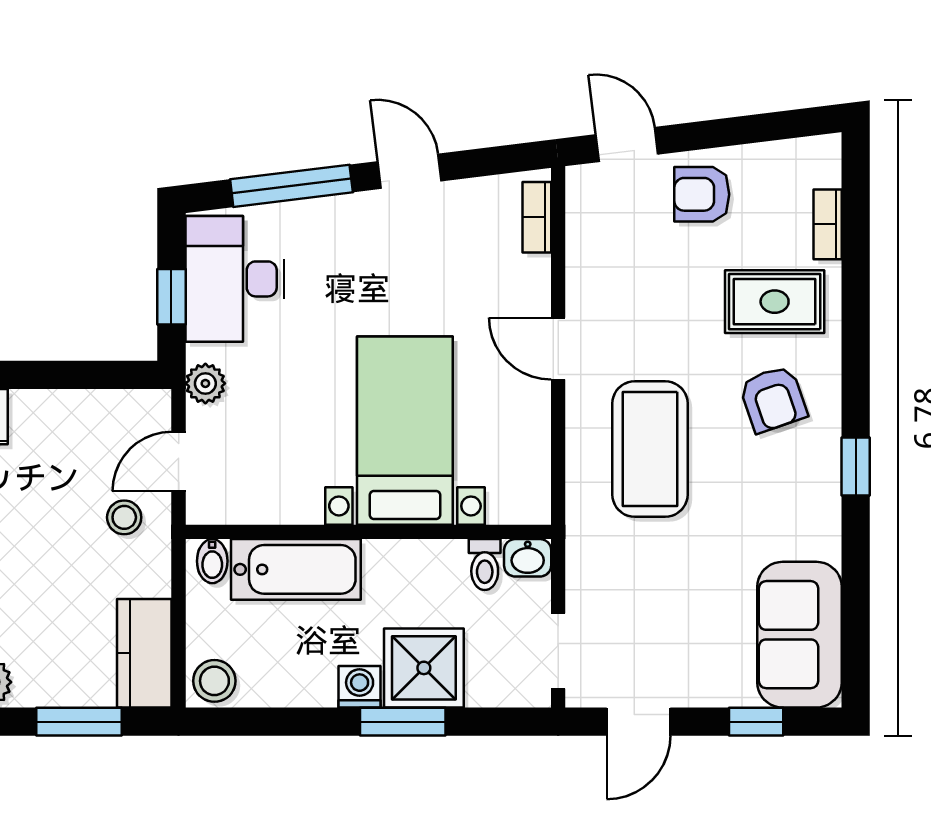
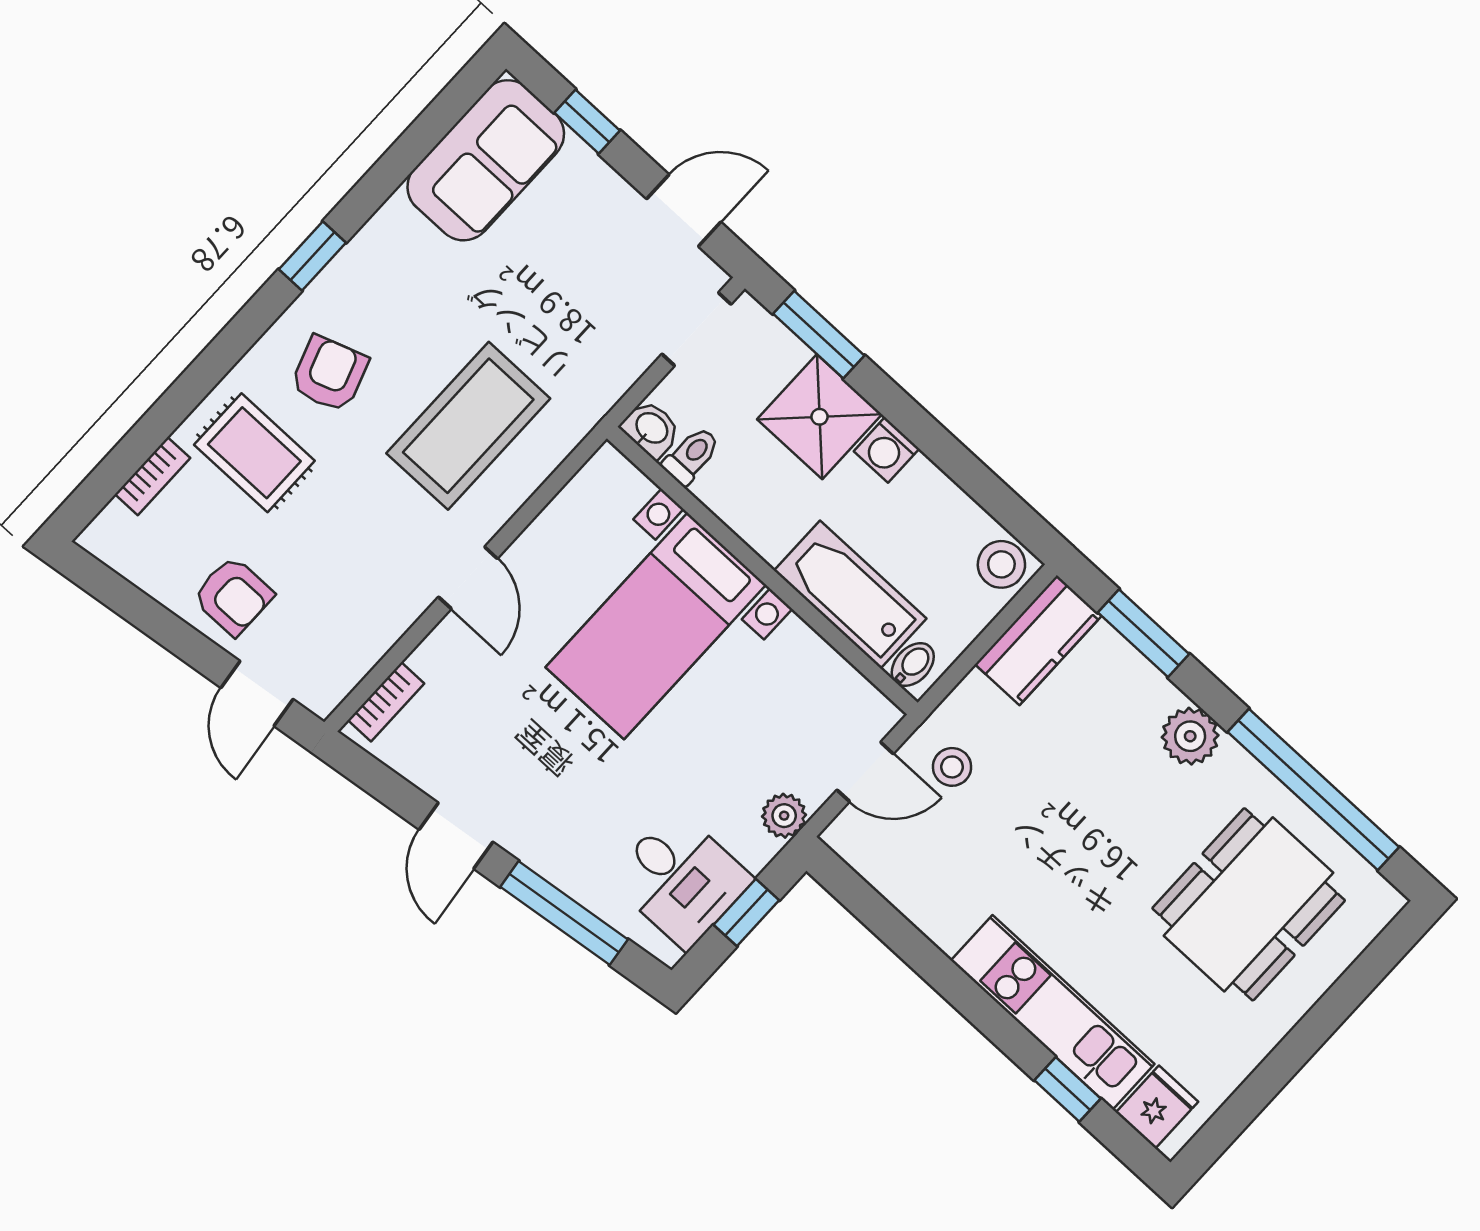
desk: (235, 279) -> (681, 879), width x0.73
window: (403, 722) -> (819, 335), moved

